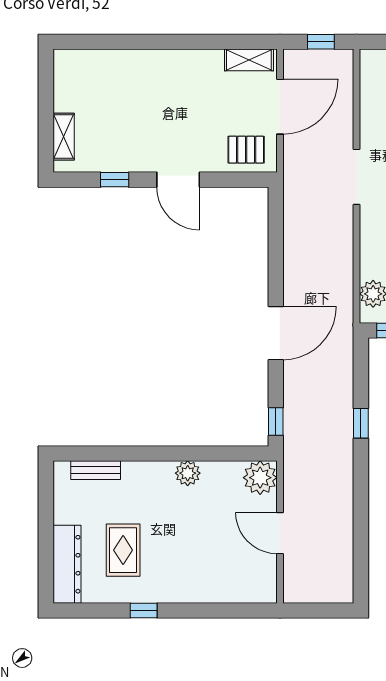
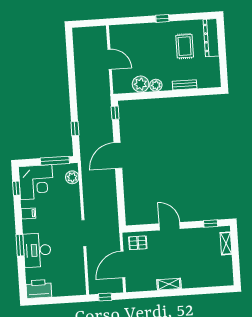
shelving: (249, 60) -> (169, 284), moved
window: (115, 180) -> (211, 224), moved
window: (361, 423) -> (75, 128), moved
bench: (96, 470) -> (185, 85), moved
plant: (260, 478) -> (141, 84), moved
window: (144, 610) -> (162, 18), moved

